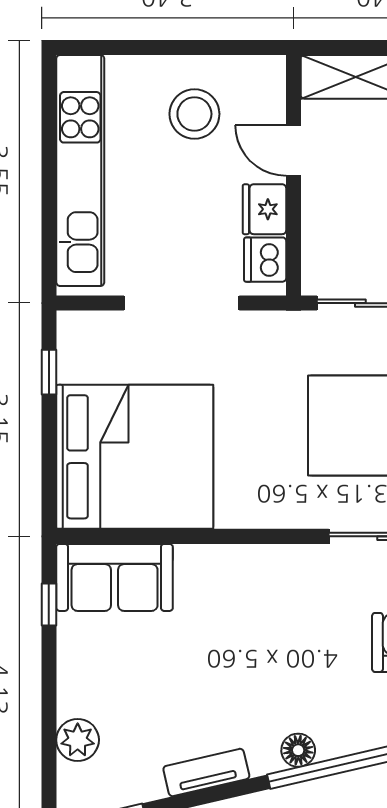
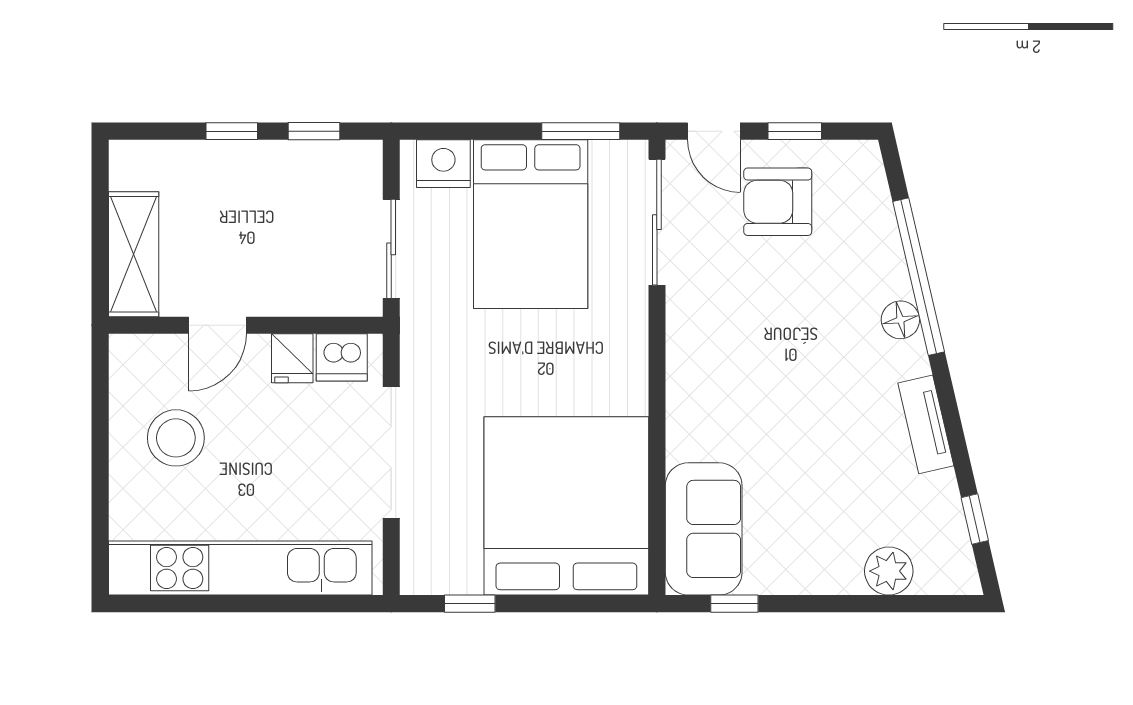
fridge: (264, 209) -> (292, 358), width x0.72

